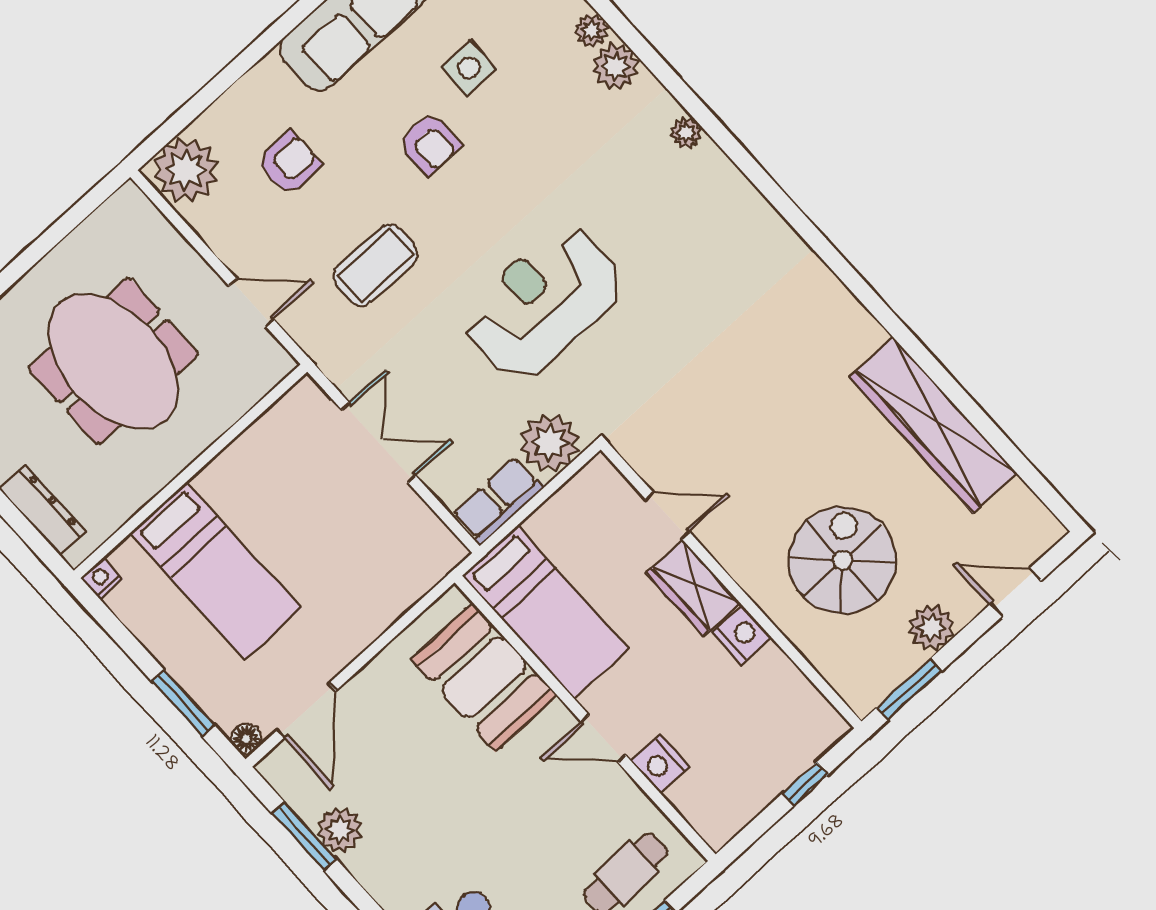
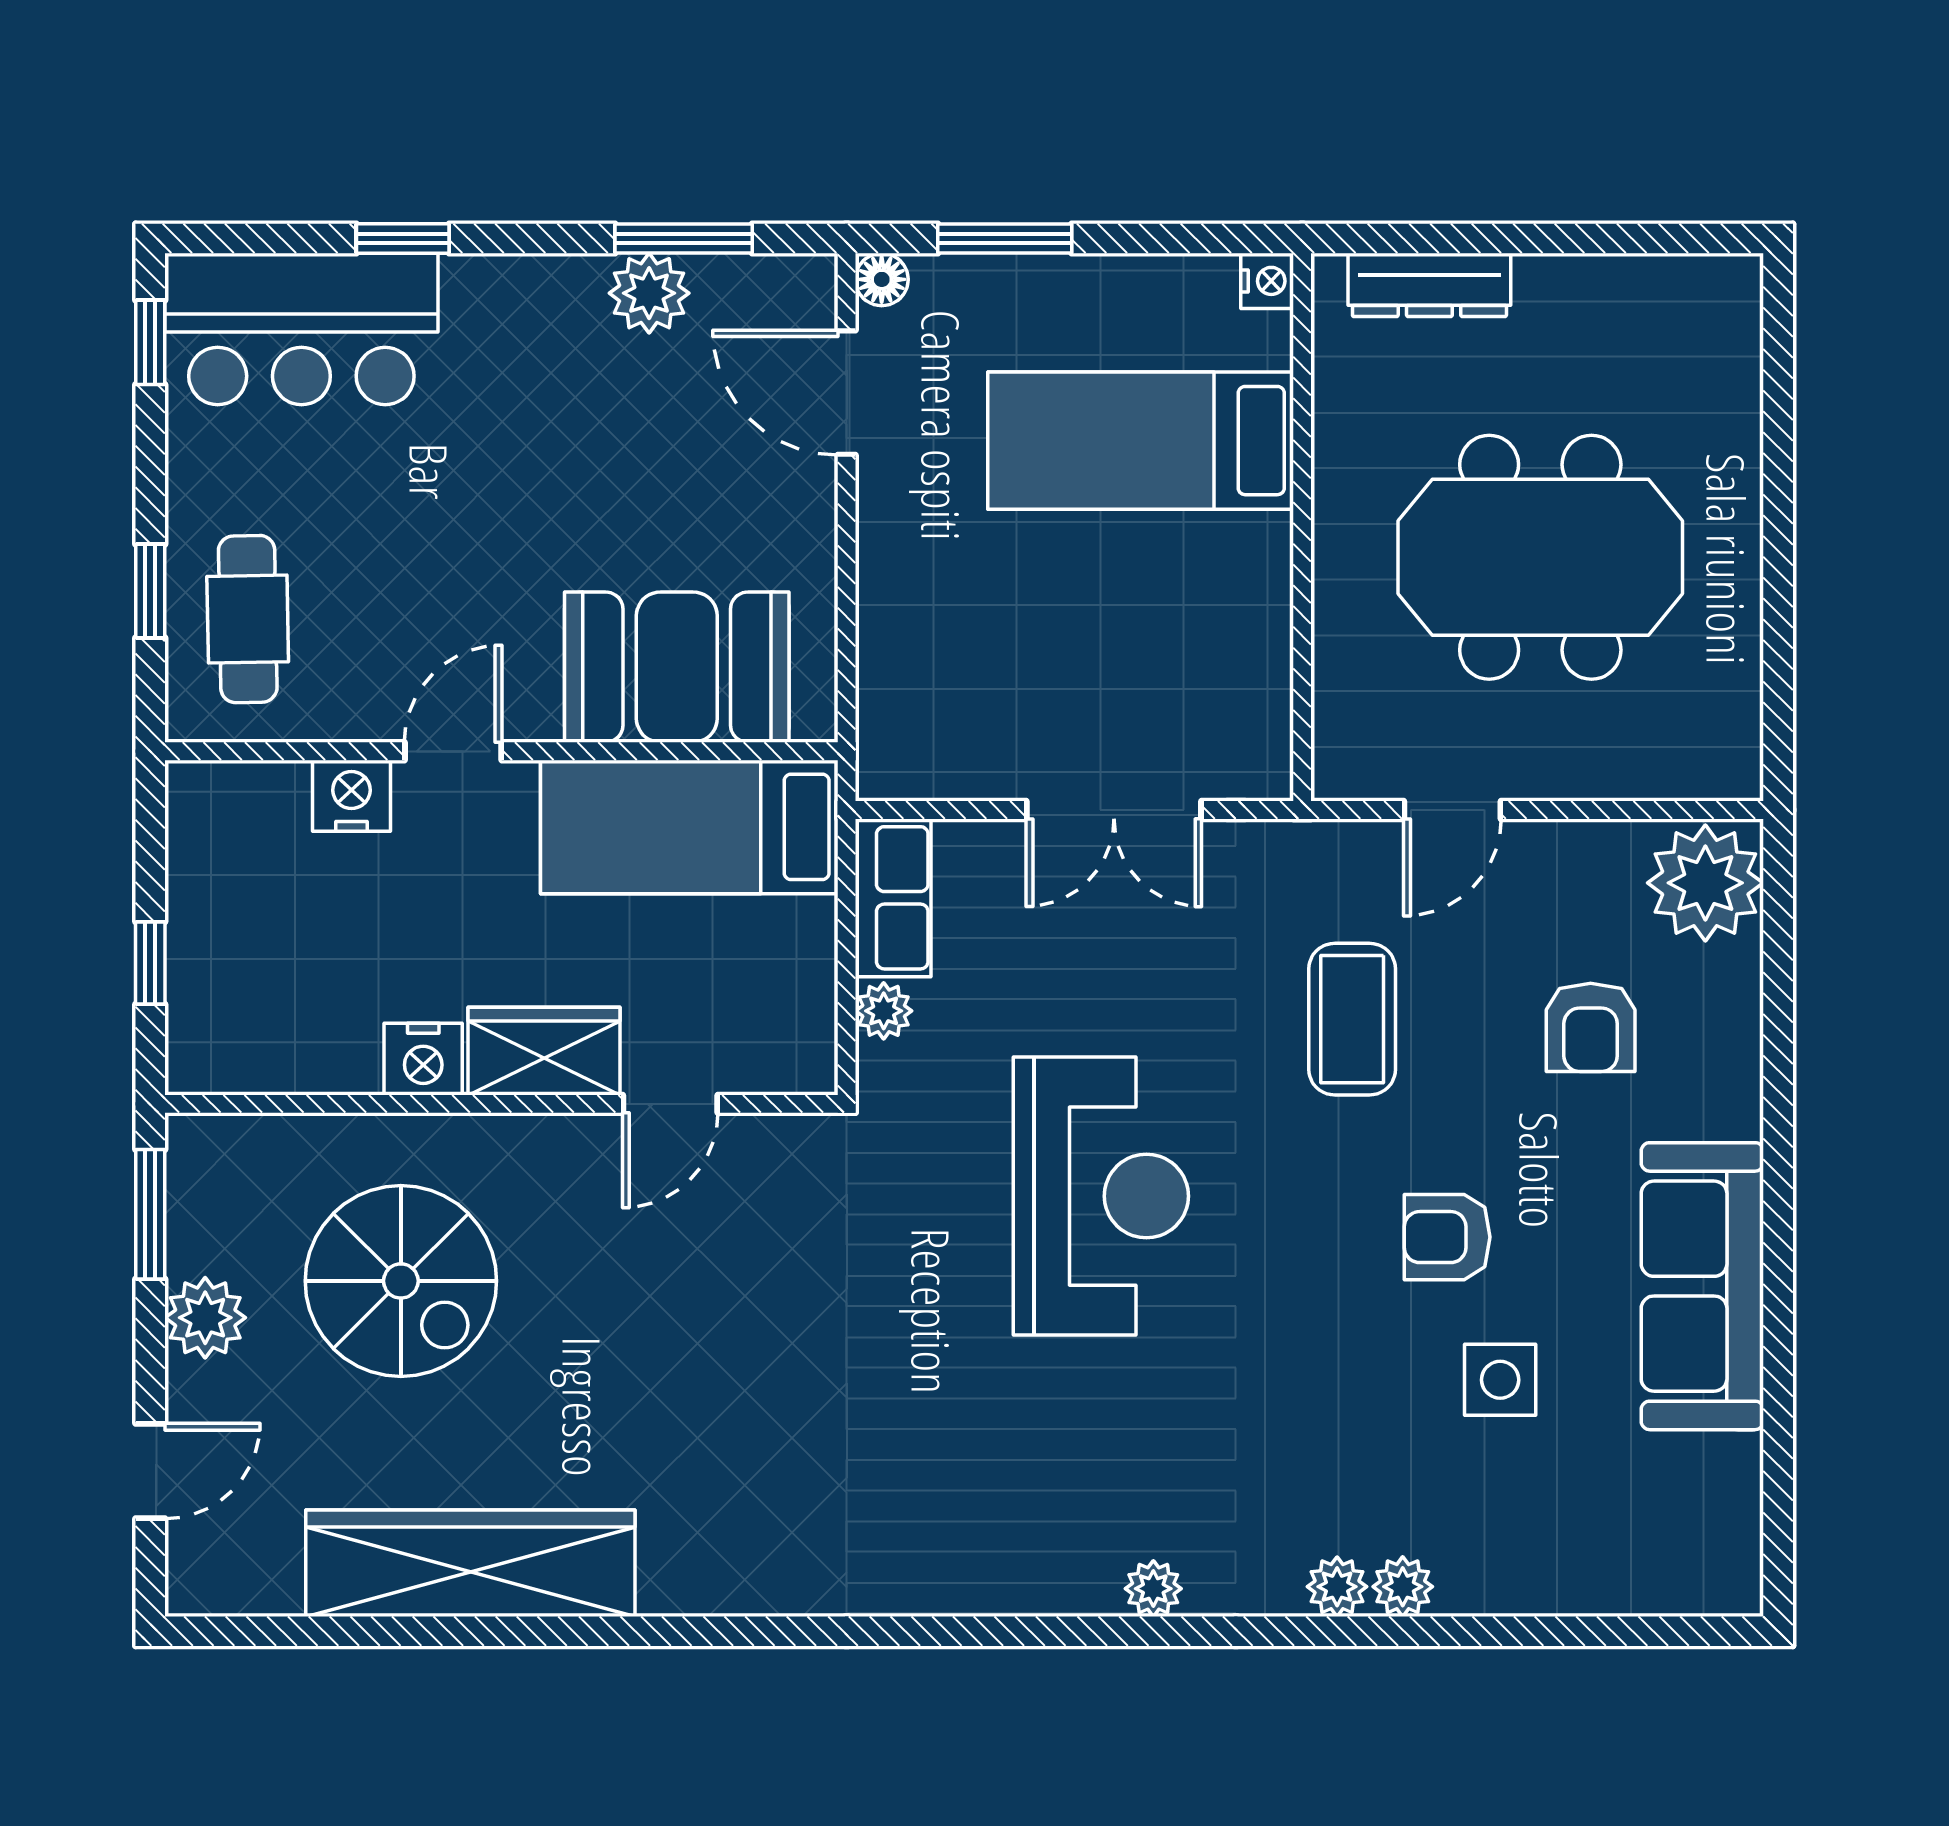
plant: (616, 66) -> (1337, 1587), width x0.73, depth x0.73
plant: (549, 443) -> (884, 1011), width x0.53, depth x0.53

